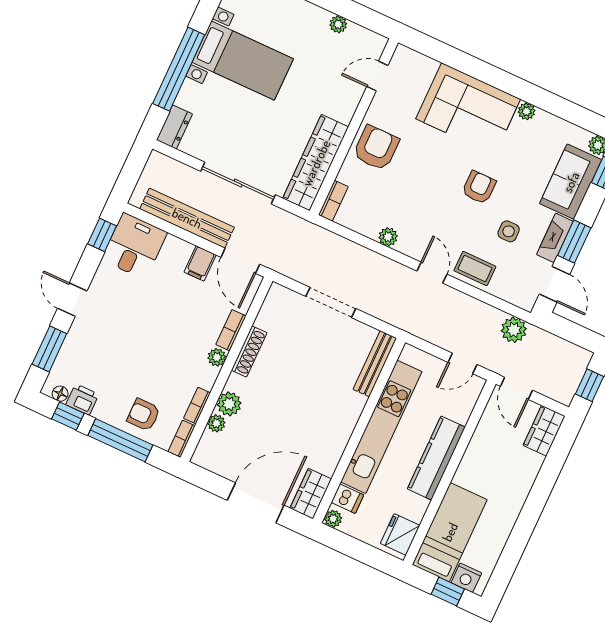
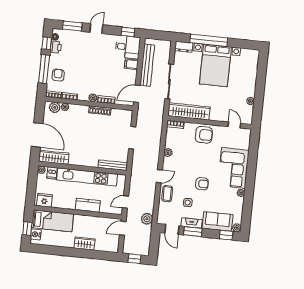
bed with nightstands: (243, 61) -> (215, 65), width x1.36
filing cabinet: (200, 263) -> (131, 64), moved
door: (554, 284) -> (172, 229), hinge flipped
door: (462, 363) -> (125, 202), hinge flipped
plant: (229, 404) -> (55, 107), moved
wardrobe: (544, 431) -> (85, 243), moved
kitchen counter: (436, 458) -> (88, 205), width x0.67
wardrobe: (311, 494) -> (54, 157), width x1.50

